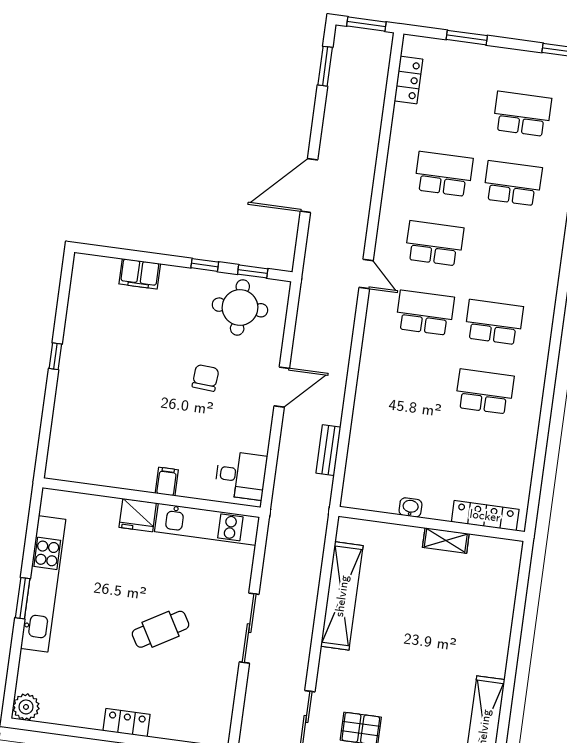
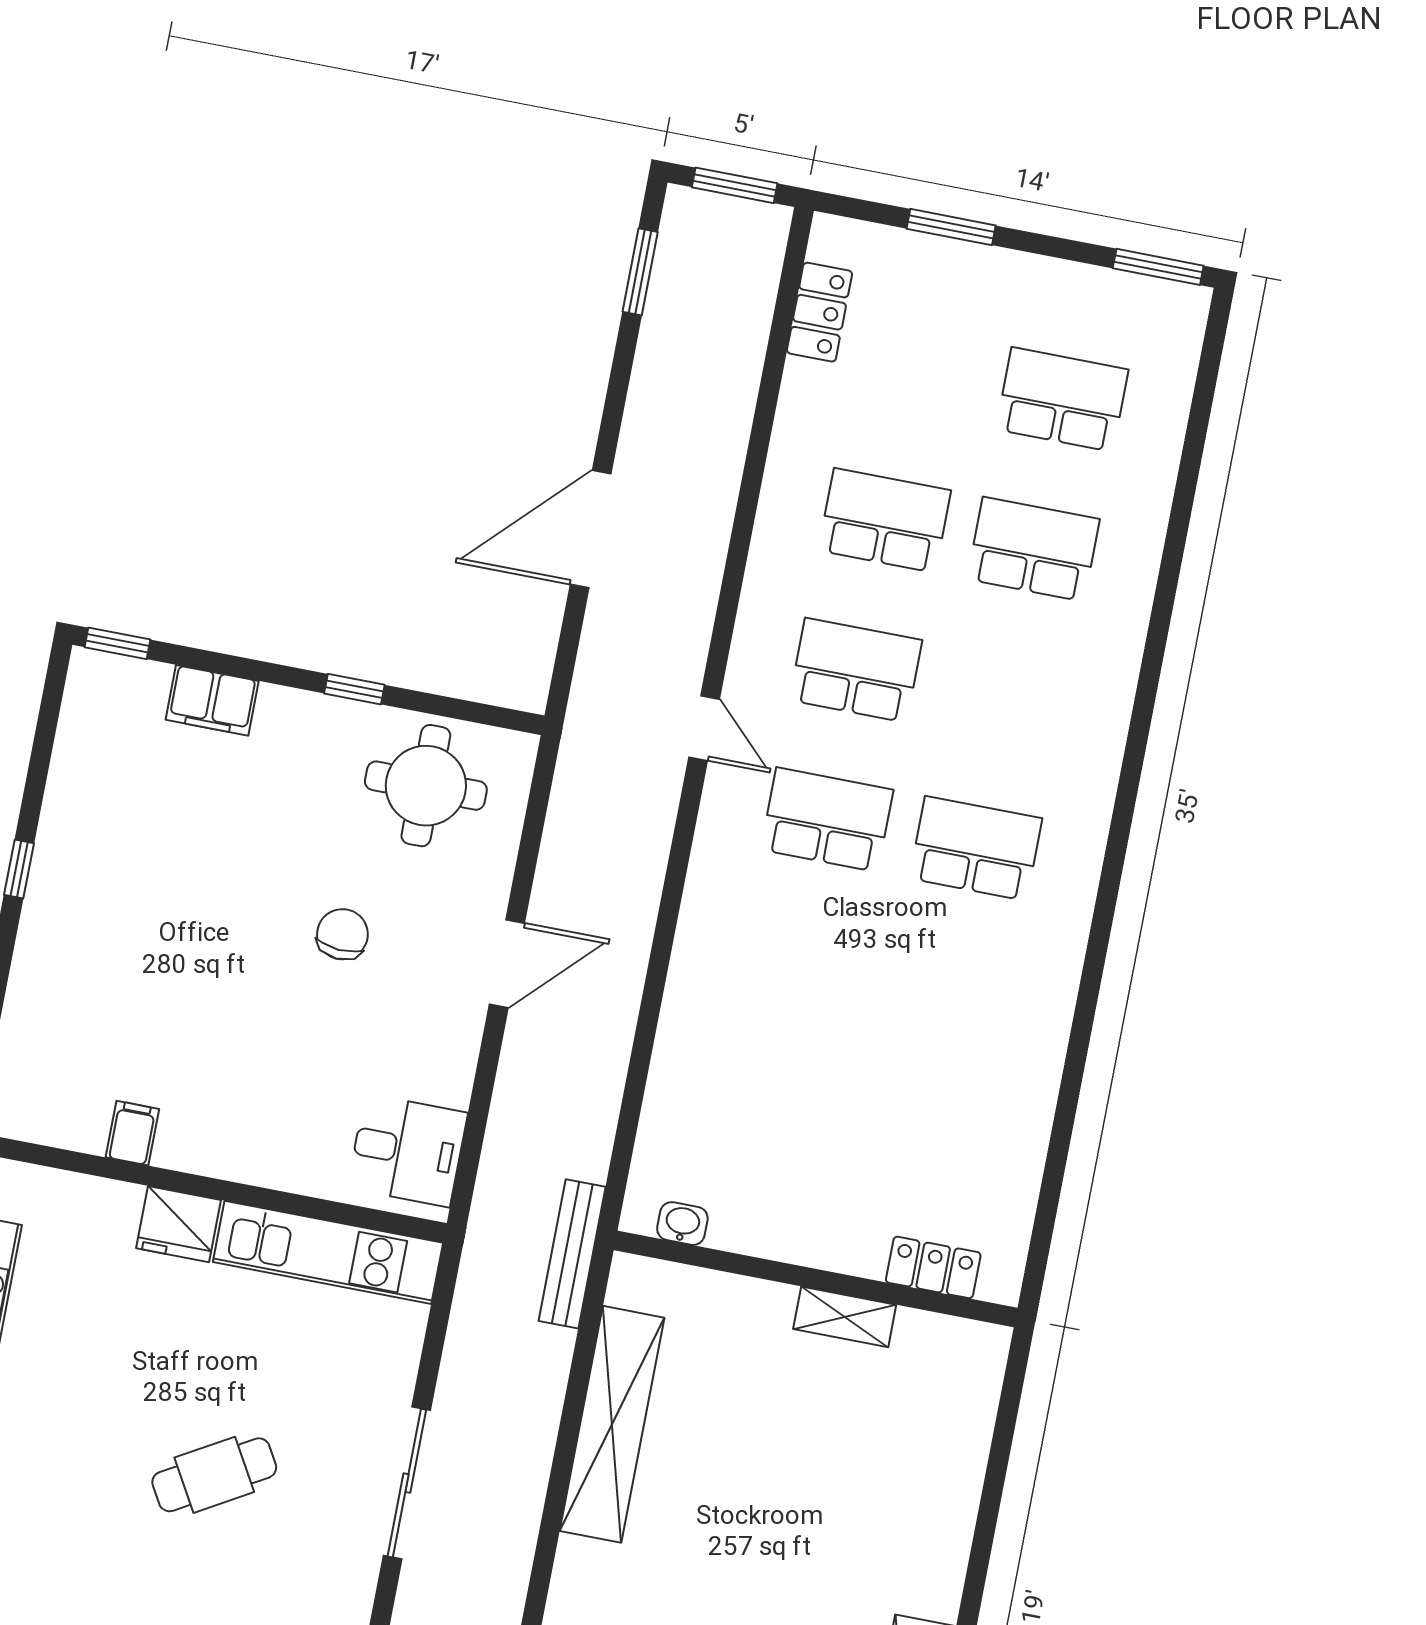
window: (253, 271) -> (117, 643), moved
school desk: (485, 392) -> (947, 998), removed
bench: (328, 450) -> (572, 1254), moved, width x1.36
filing cabinet: (167, 482) -> (132, 1133), moved
washbasin: (410, 507) -> (682, 1224), moved
locker: (485, 516) -> (933, 1267), width x0.66

